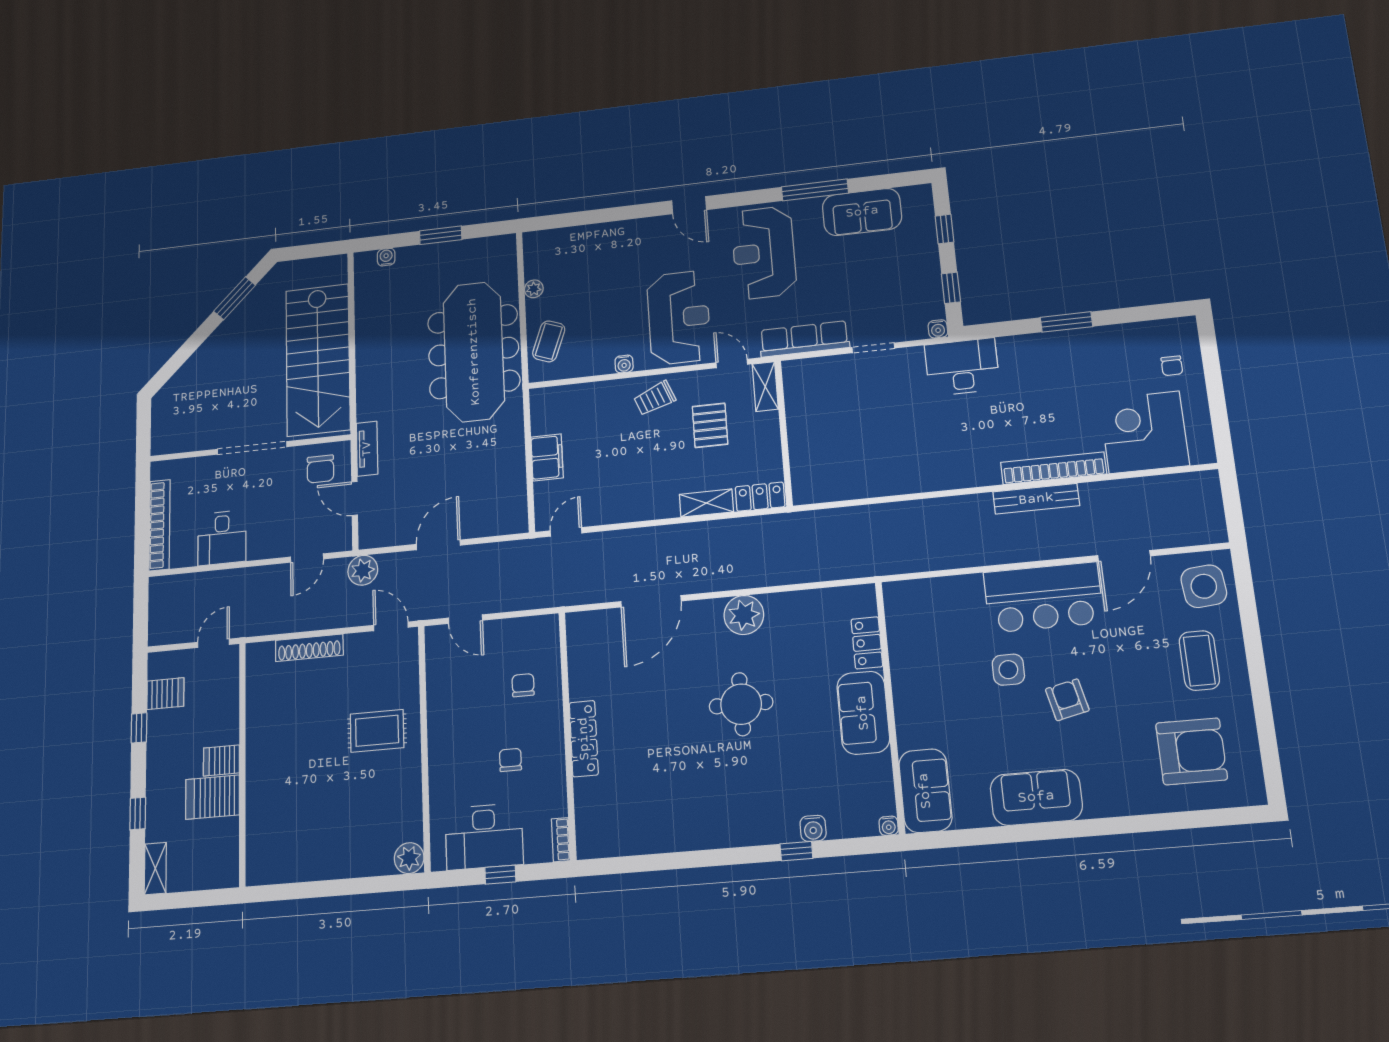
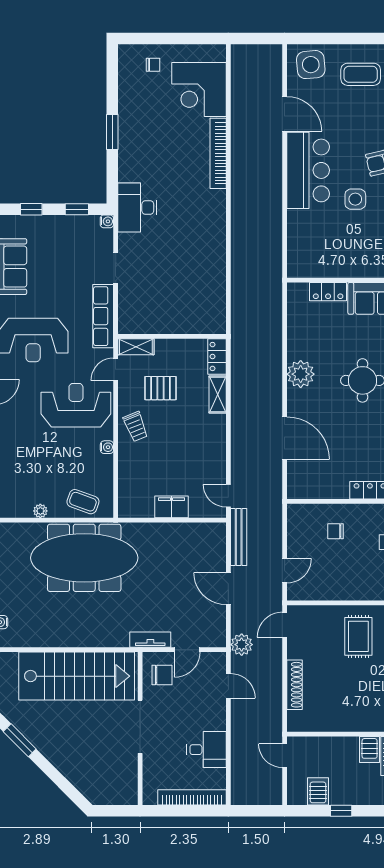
bench: (1036, 499) -> (239, 537), moved

